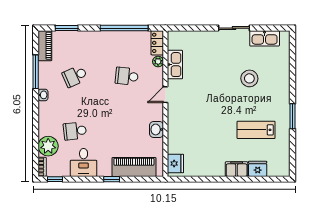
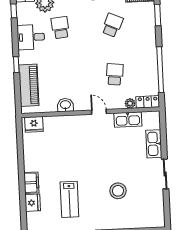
kitchen sink: (265, 38) -> (154, 144), moved
school desk: (75, 76) -> (112, 25), turned 48
lab bench: (256, 130) -> (69, 199), turned 180

